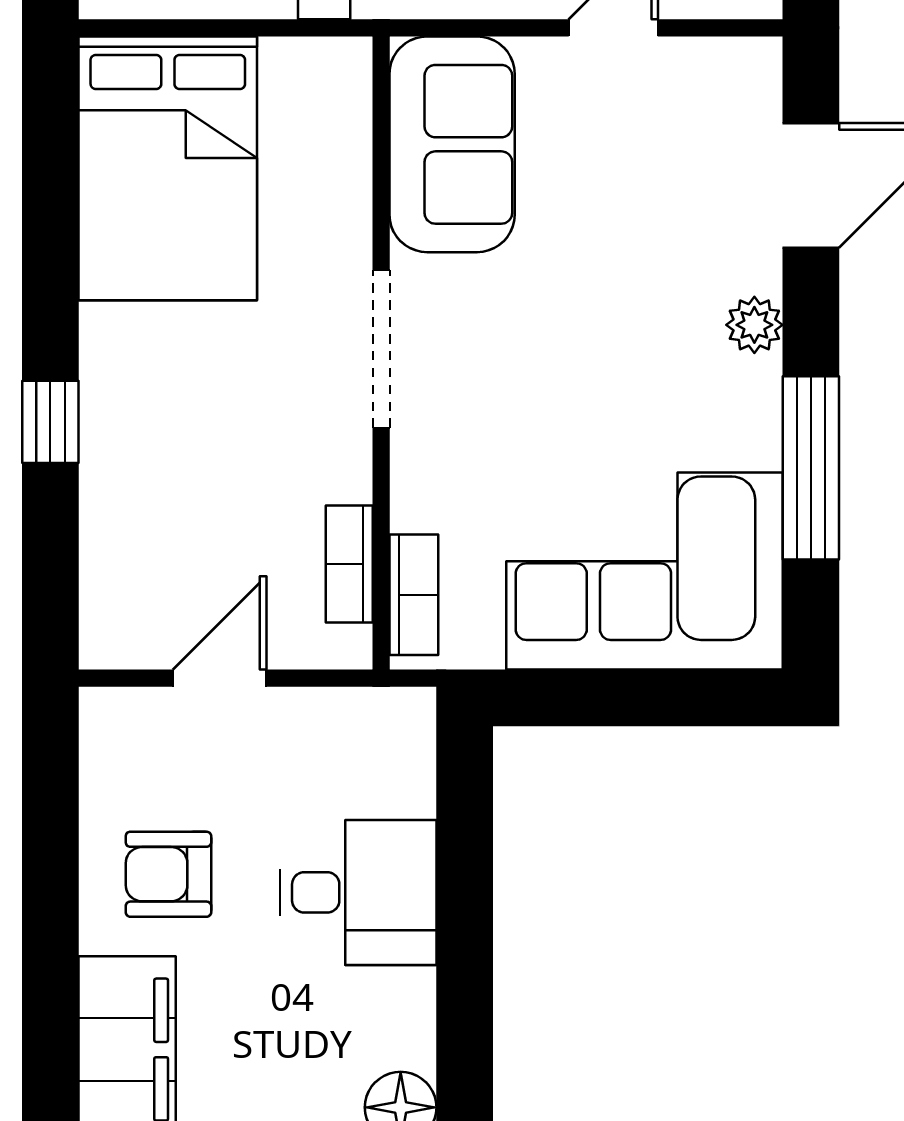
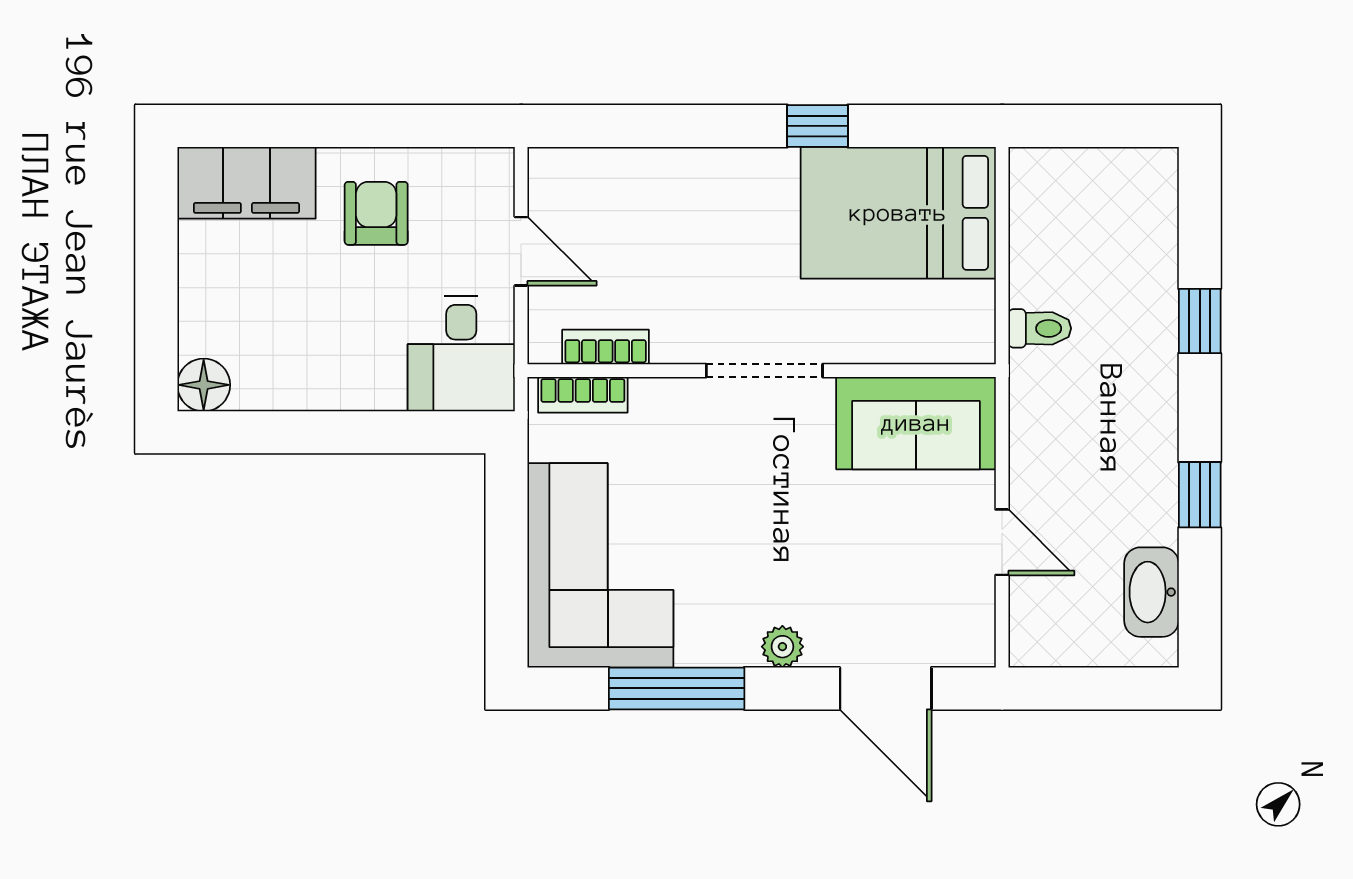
window: (50, 422) -> (818, 126), moved
desk: (358, 892) -> (461, 353), moved

